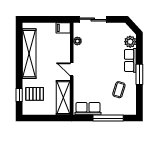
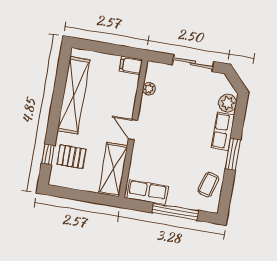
sliding door: (93, 19) -> (193, 63), moved
coffee table: (119, 90) -> (208, 185), moved

